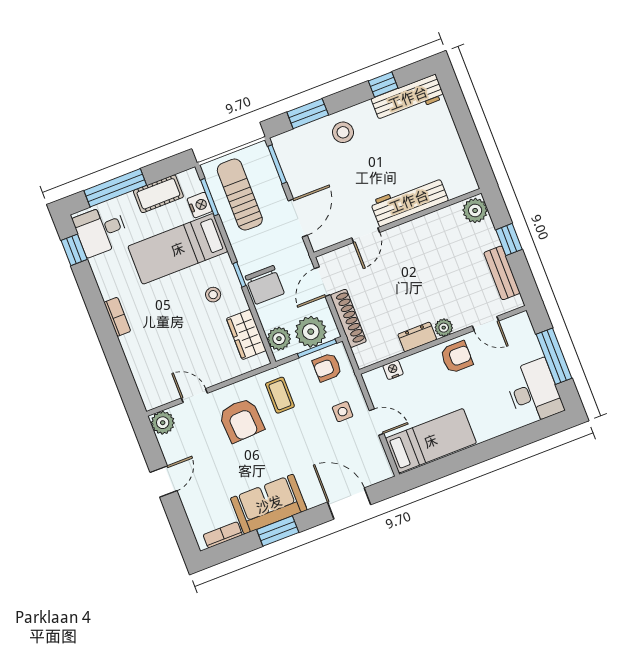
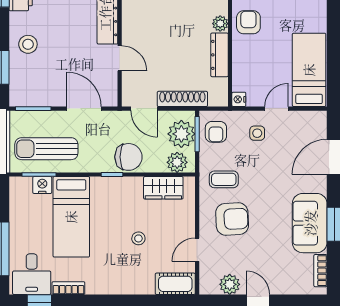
cot: (158, 194) -> (175, 284), moved, turned 90
stool: (213, 295) -> (138, 238), moved
bookcase: (117, 317) -> (68, 288), moved
dresser: (417, 337) -> (219, 55), width x1.44
nightstand: (393, 370) -> (239, 99), moved
plant: (163, 423) -> (230, 284), moved

